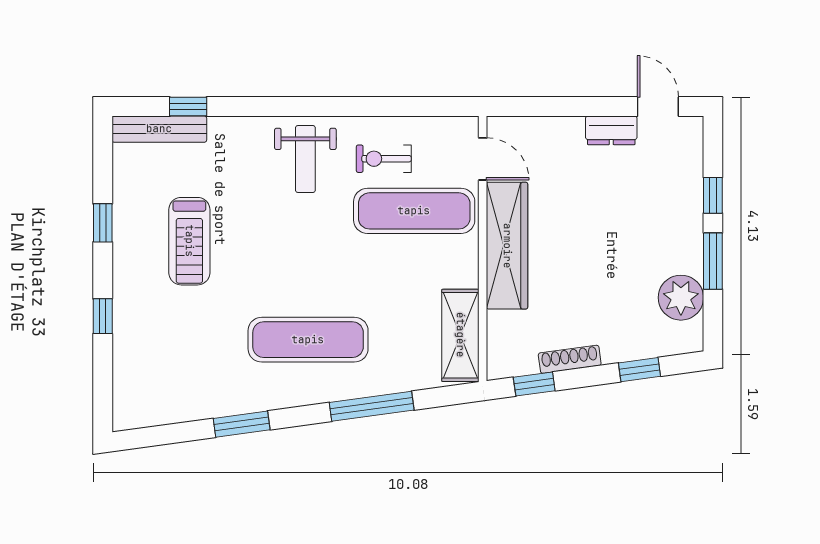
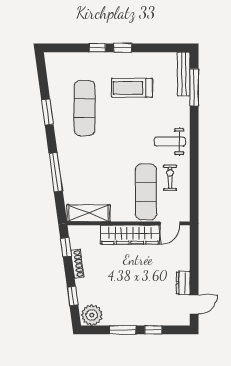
window: (188, 107) -> (194, 87), width x2.17
window: (103, 223) -> (123, 48), moved
plant: (681, 298) -> (92, 315), moved
exercise mat: (308, 340) -> (85, 108), moved

